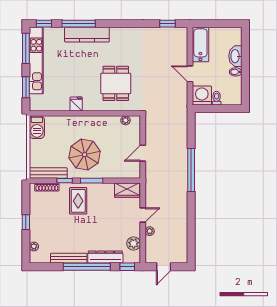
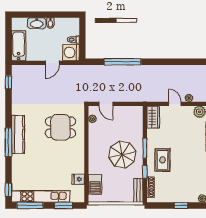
window: (79, 24) -> (8, 142), moved
kitchen counter: (87, 35) -> (18, 134), moved
bathtub: (200, 45) -> (19, 46), moved, turned 90
fridge: (76, 104) -> (78, 179), moved
barbecue: (37, 127) -> (95, 184), moved, turned 90
door: (143, 153) -> (106, 104), moved
window: (191, 170) -> (123, 62), moved
bench: (48, 173) -> (138, 190), width x0.73
rug: (78, 201) -> (162, 160), turned 90

